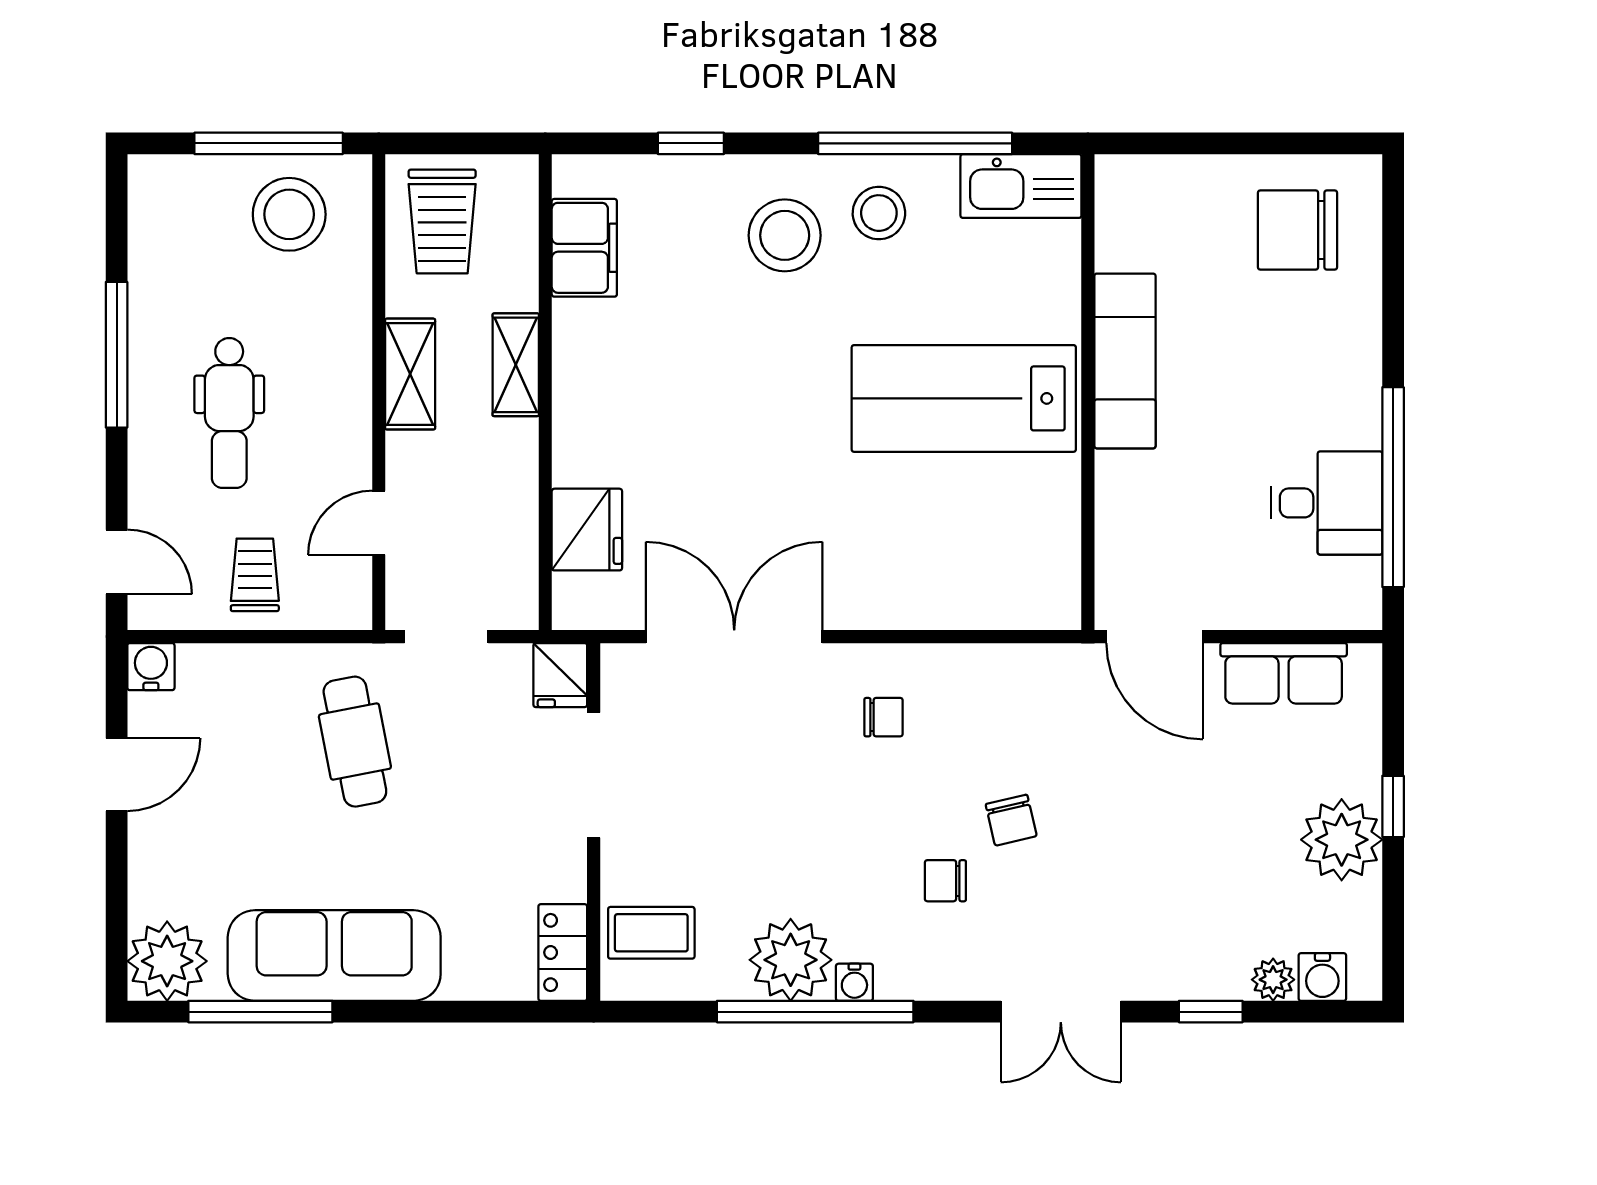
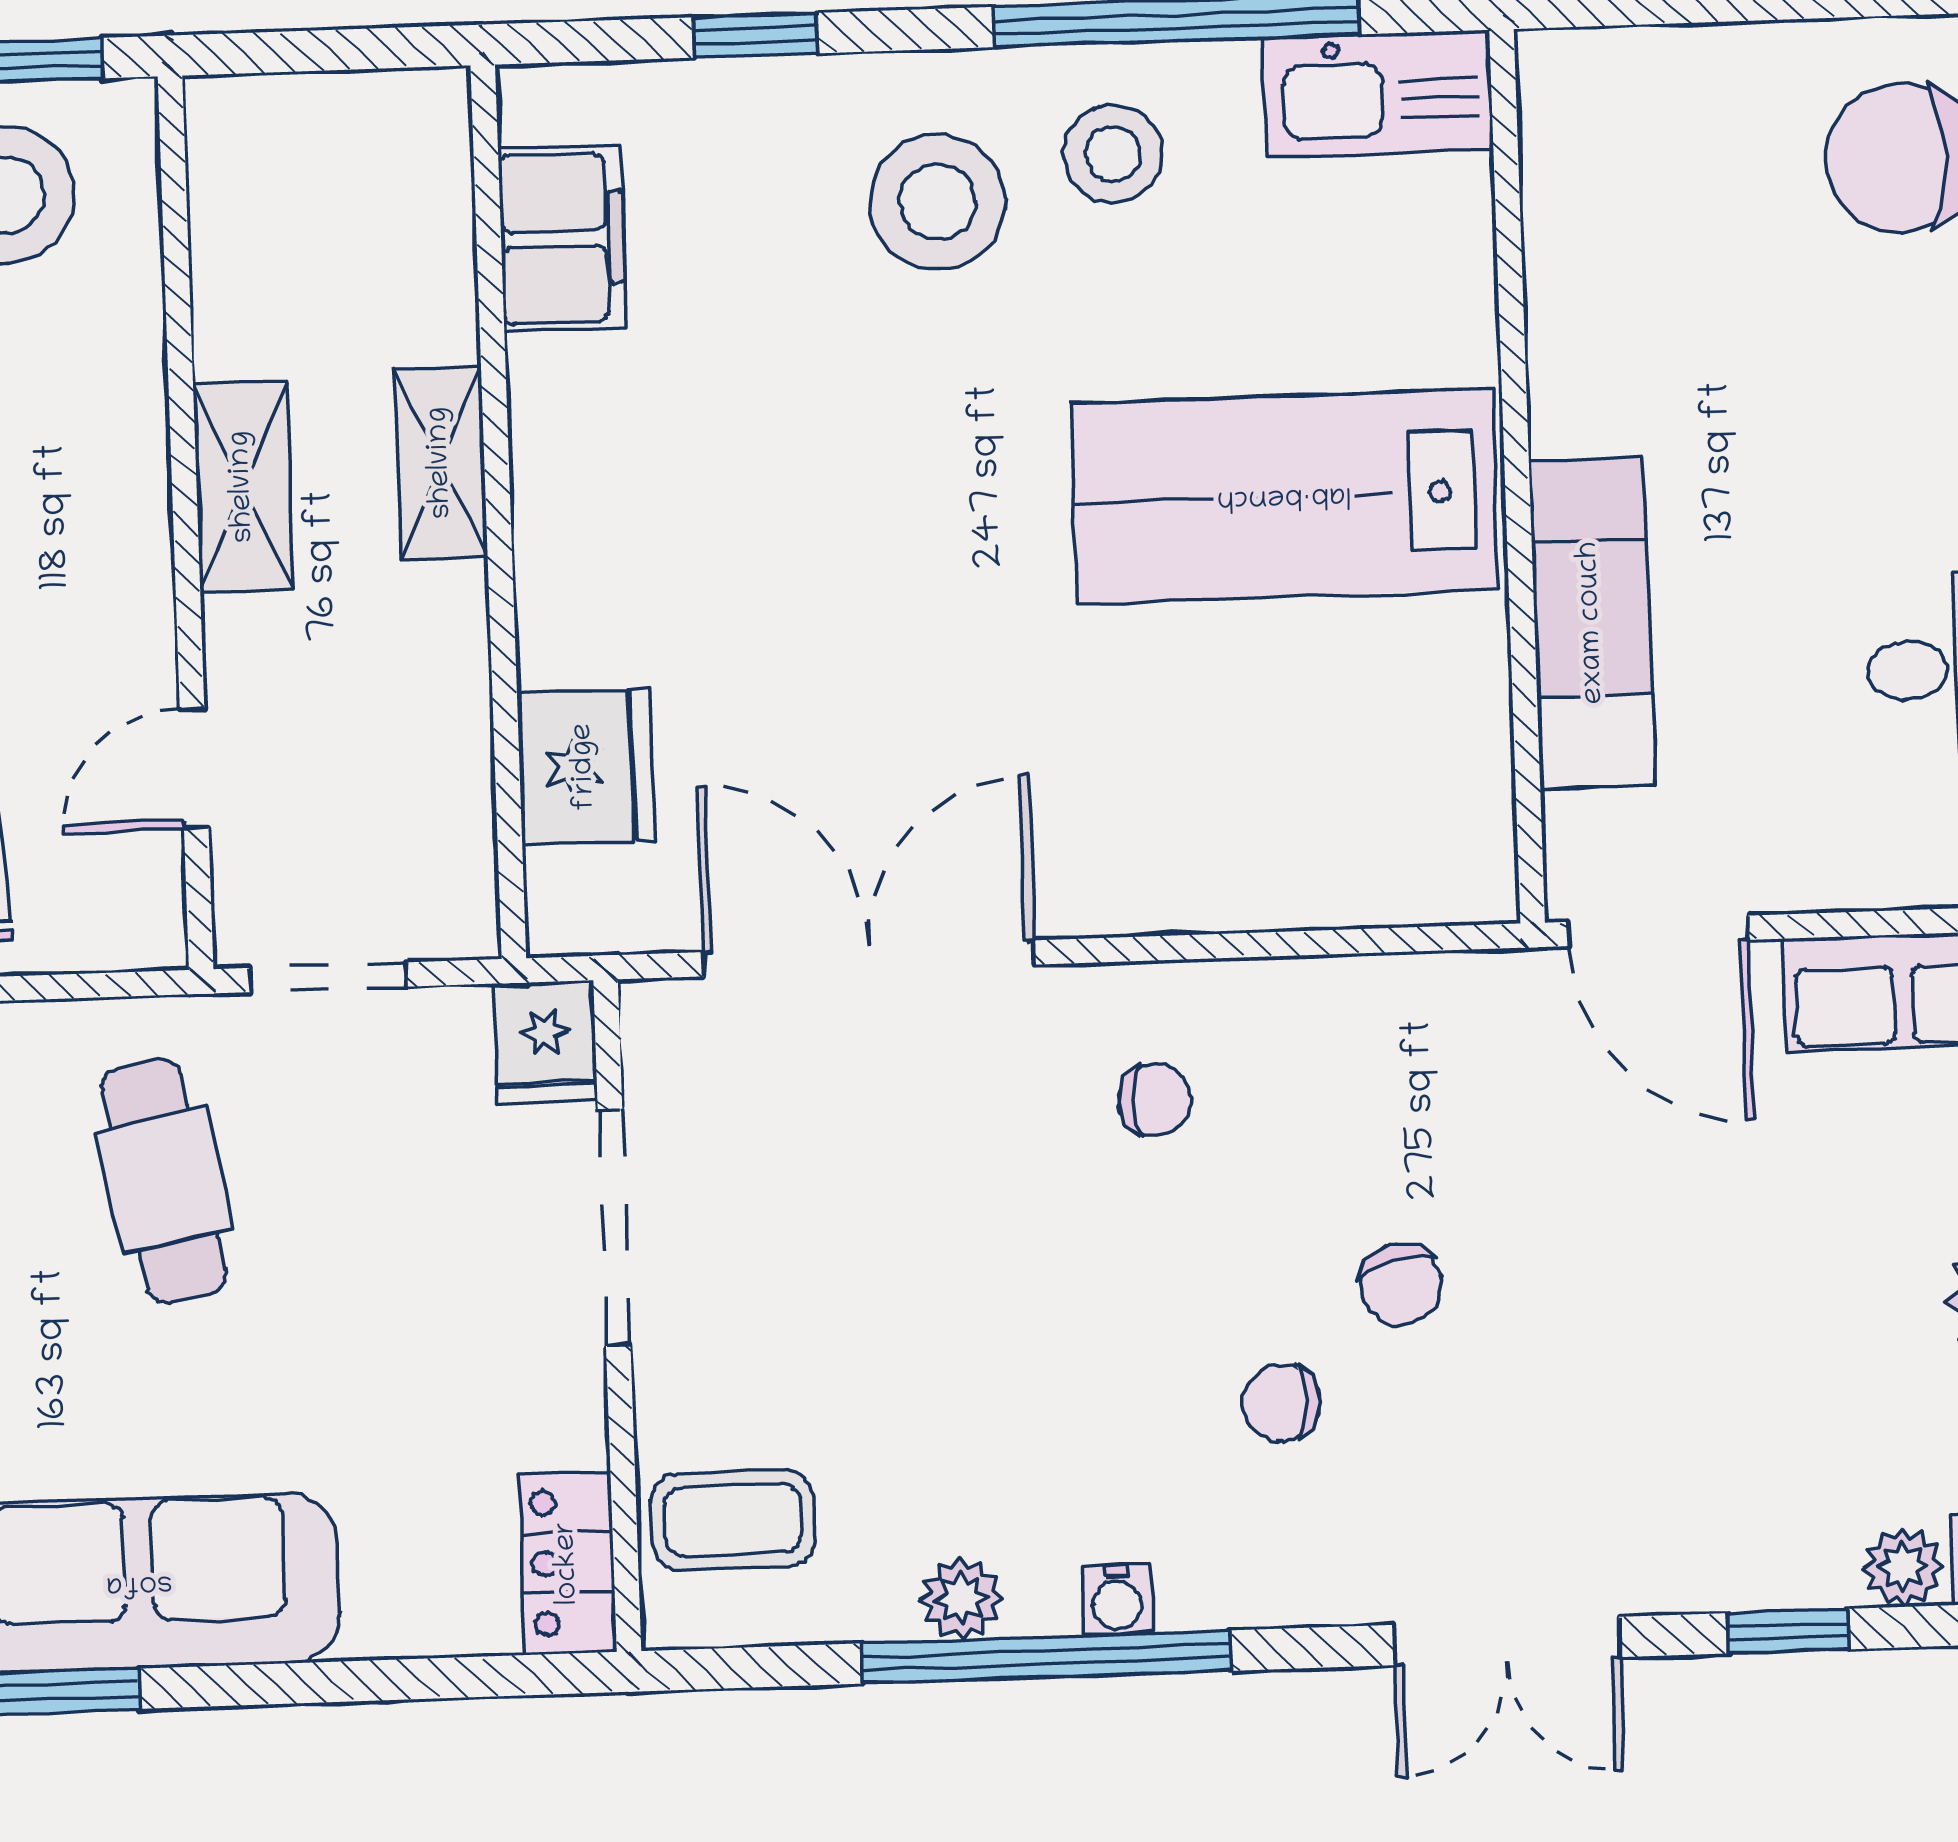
trolley: (442, 221) -> (293, 198), removed
exam couch: (1125, 361) -> (1592, 623), moved
plant: (791, 960) -> (961, 1599), width x0.53, depth x0.53

